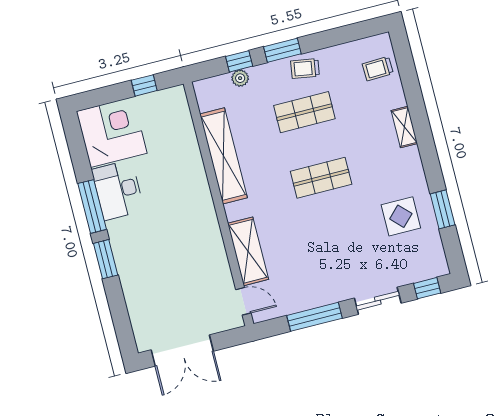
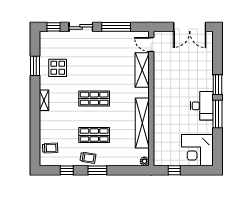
window: (239, 61) -> (67, 170), moved
plant: (240, 78) -> (144, 161), moved
shelving: (404, 127) -> (44, 100), moved
desk: (118, 190) -> (202, 106), moved
double door: (182, 351) -> (190, 27), swing flipped

